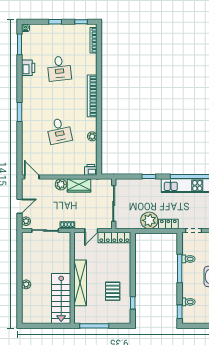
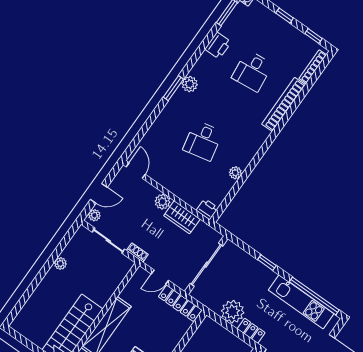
bookcase: (92, 96) -> (284, 104), moved
plant: (27, 103) -> (190, 84), added
plant: (26, 284) -> (60, 264), moved

